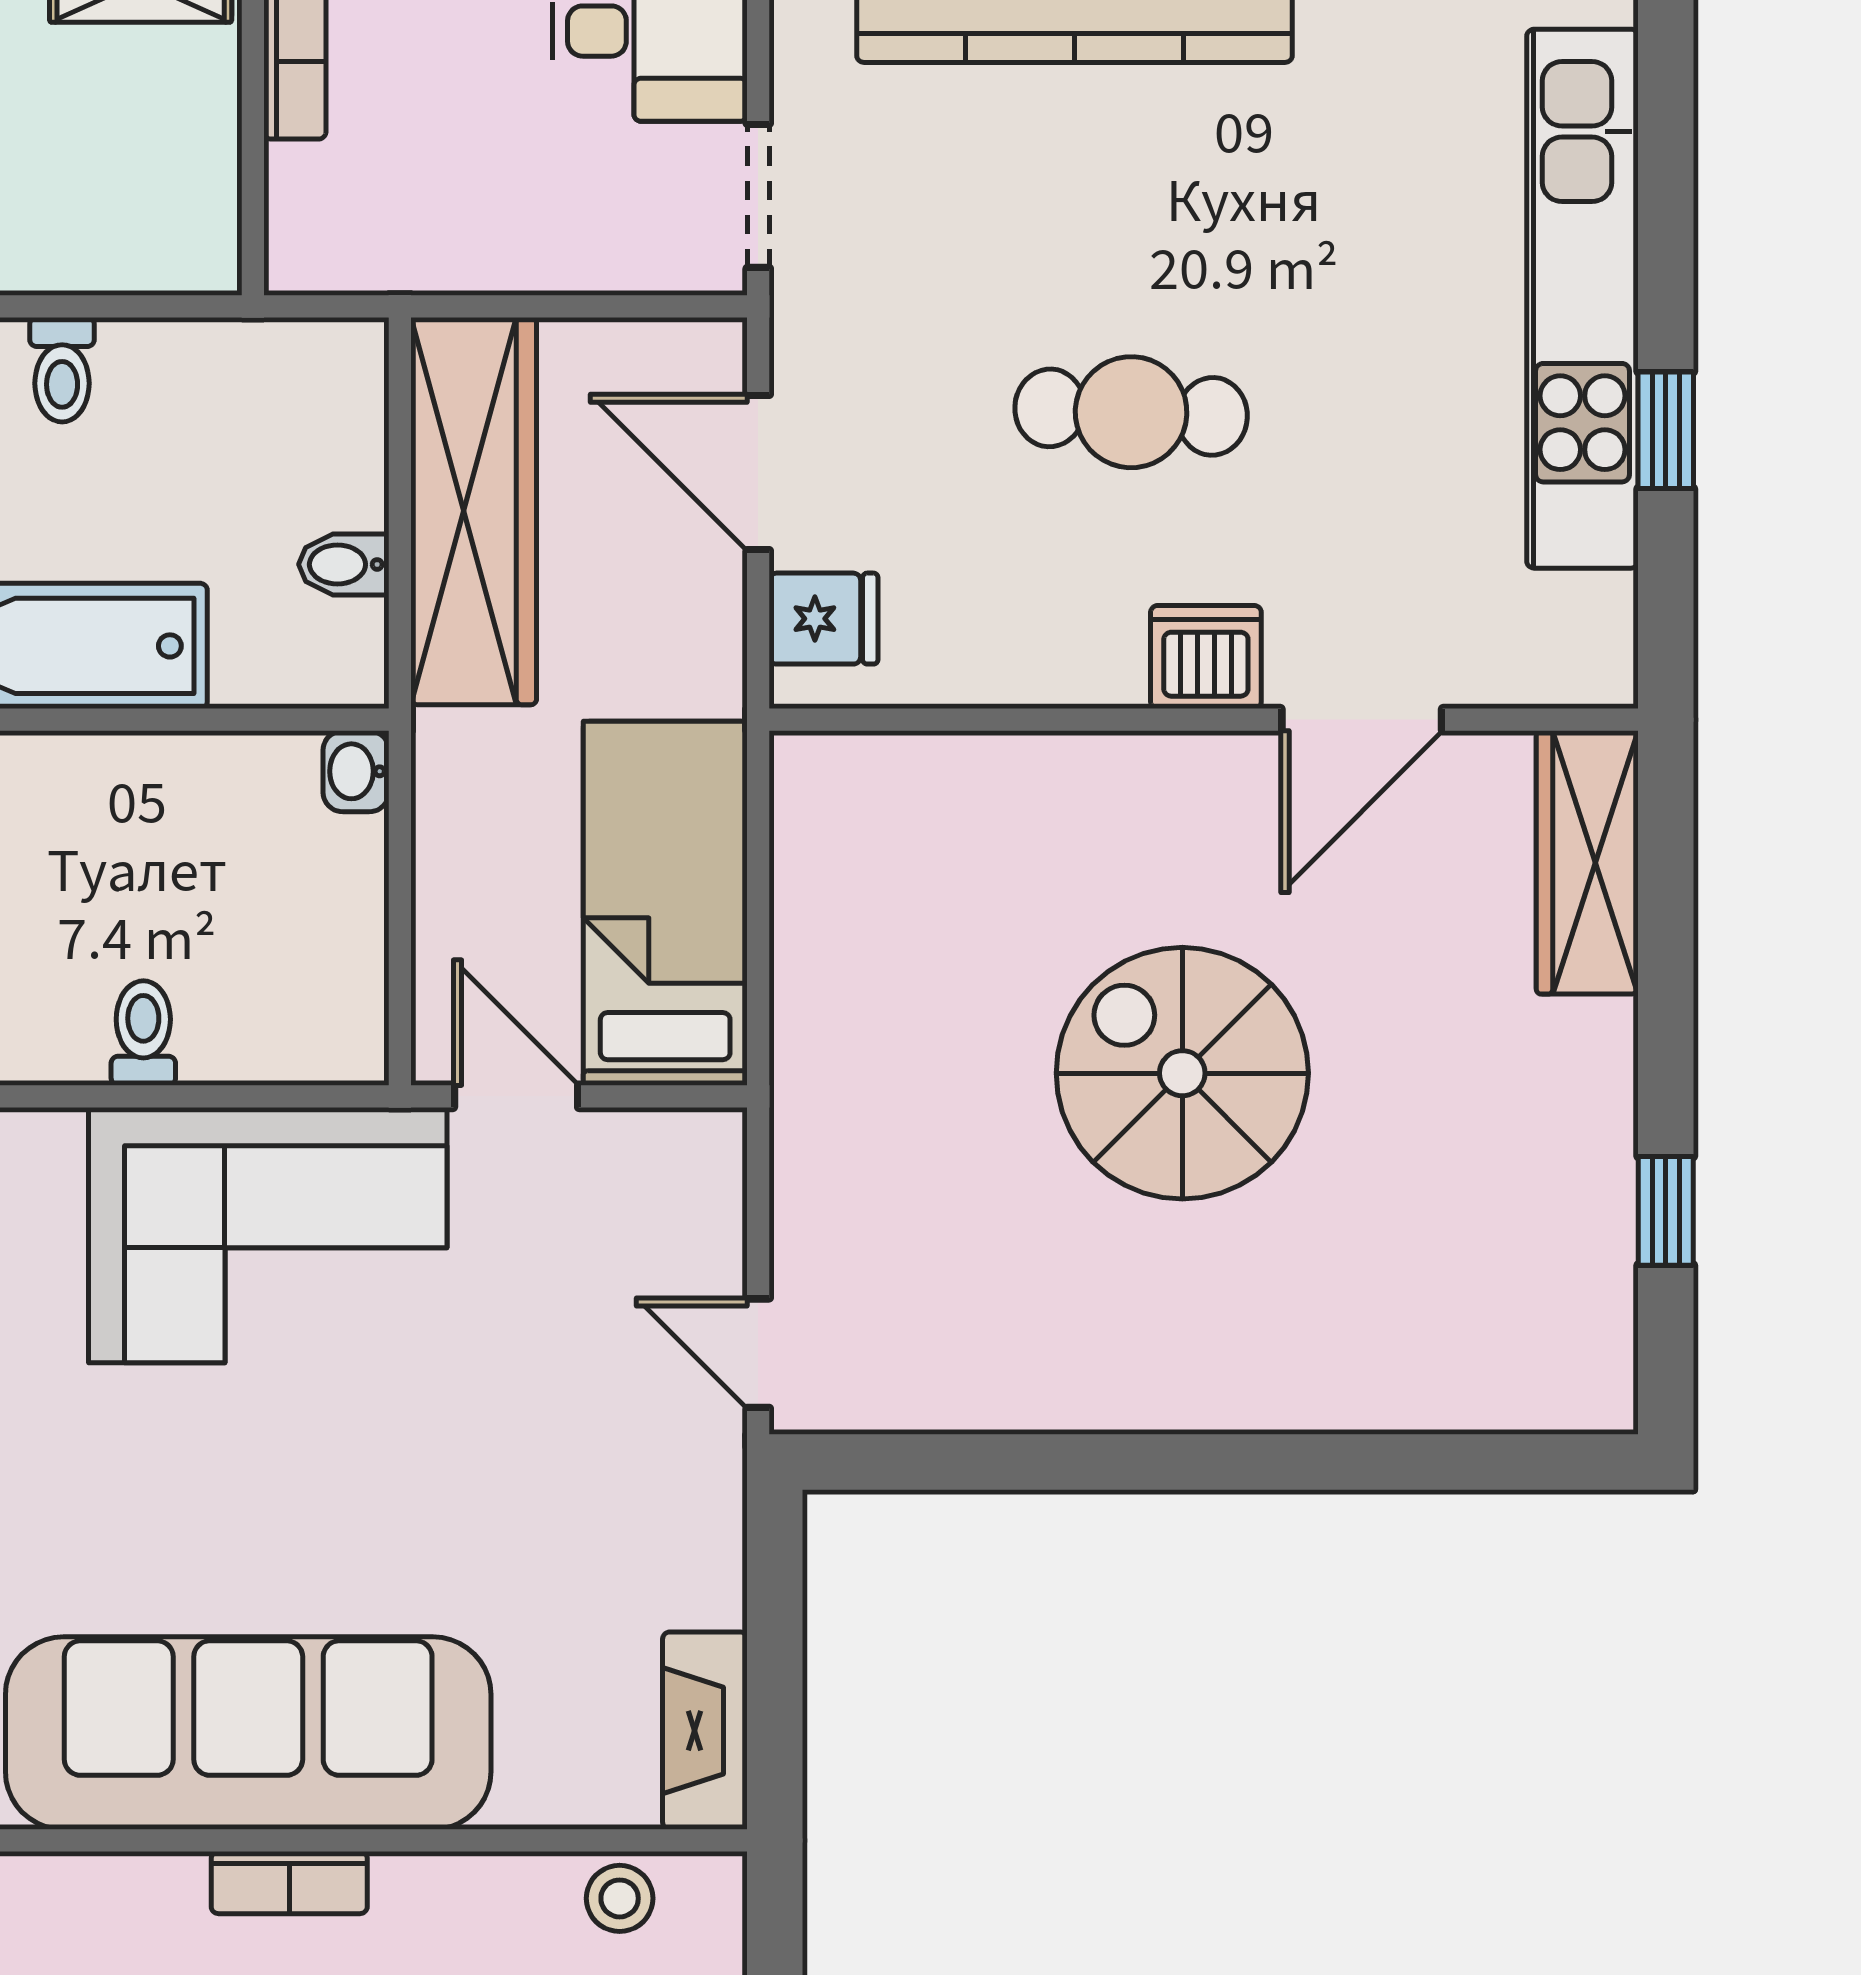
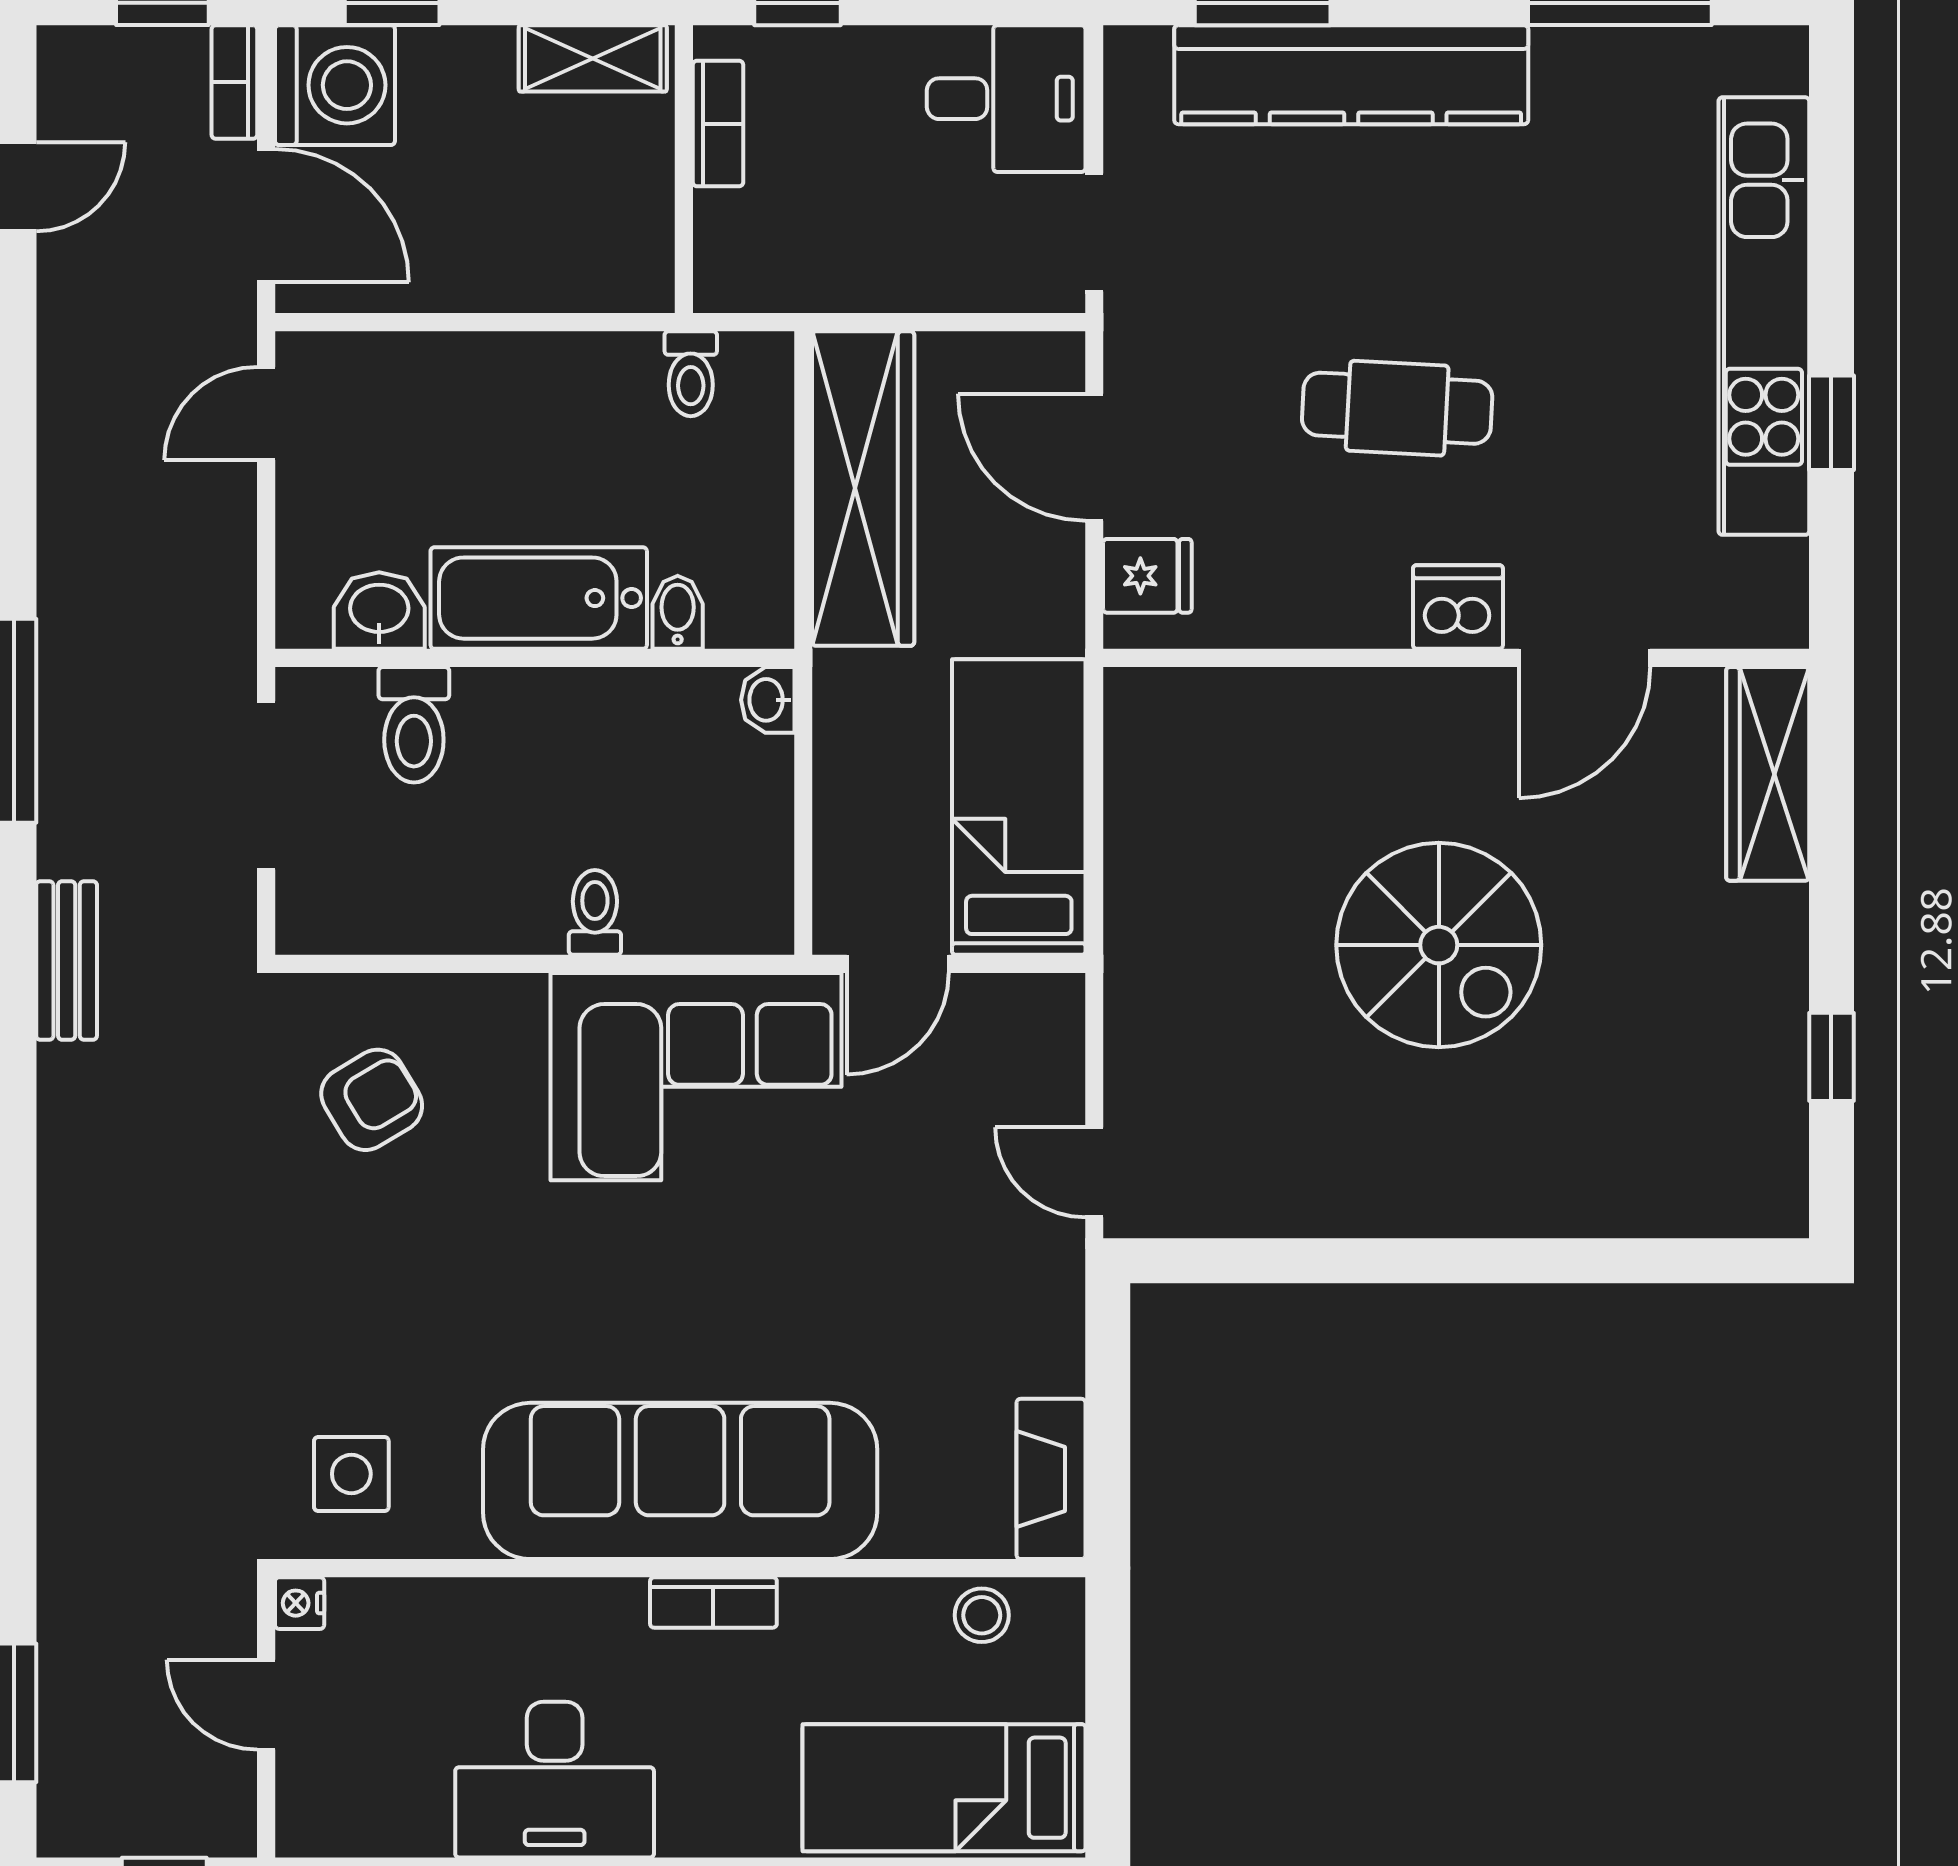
toilet: (62, 370) -> (691, 374), moved
bidet: (344, 564) -> (678, 612), moved, turned 90
spiral stairs: (1182, 1073) -> (1439, 945), turned 180
door: (516, 1096) -> (898, 964), swing flipped

